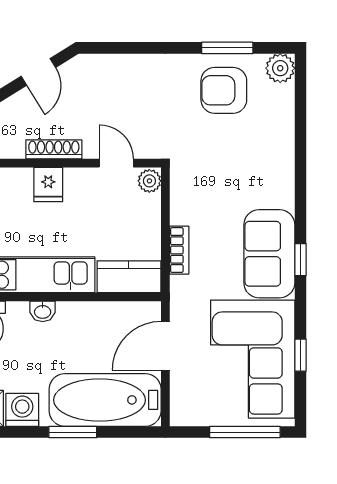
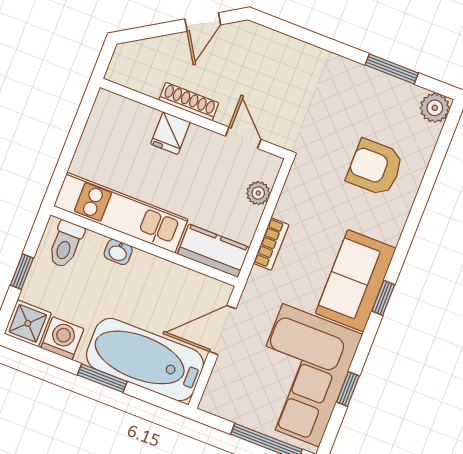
armchair: (224, 90) -> (375, 167), moved
plant: (149, 181) -> (258, 193), moved

